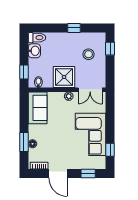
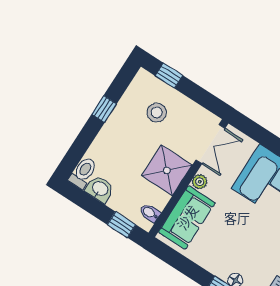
sofa: (38, 108) -> (187, 217), moved, turned 90

